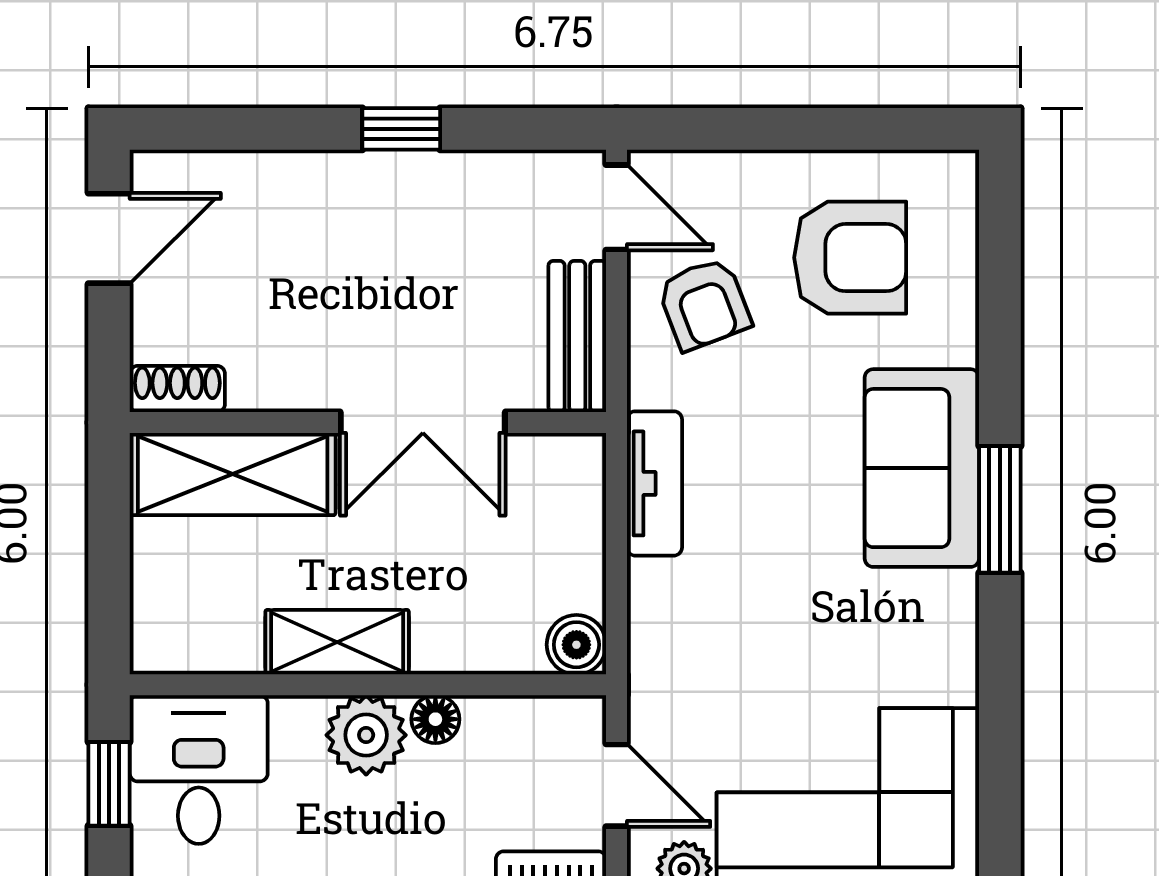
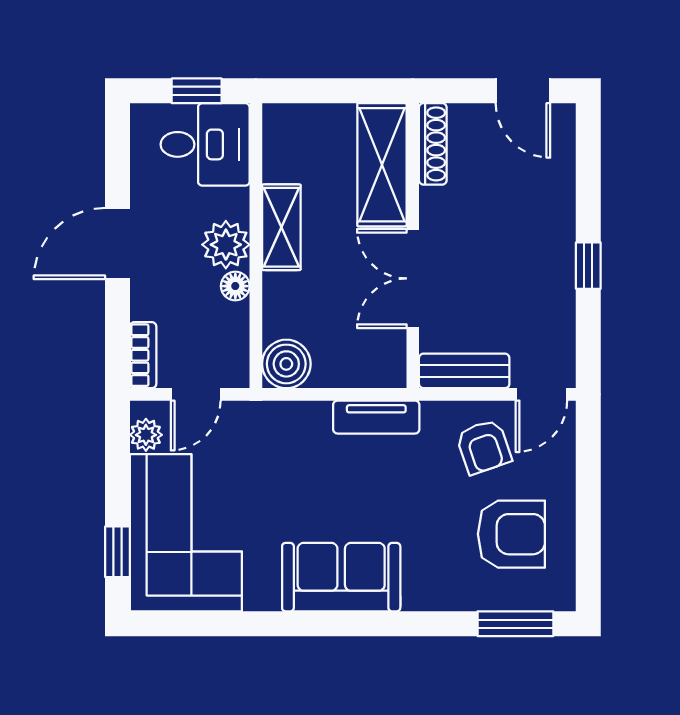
armchair: (850, 258) -> (511, 534), turned -90
armchair: (704, 304) -> (484, 447), turned -88
shoe rack: (177, 389) -> (433, 144), width x1.43
sofa: (922, 468) -> (341, 577), moved
window: (1000, 509) -> (515, 624), moved
boiler: (576, 645) -> (286, 364), width x1.36, depth x1.36

